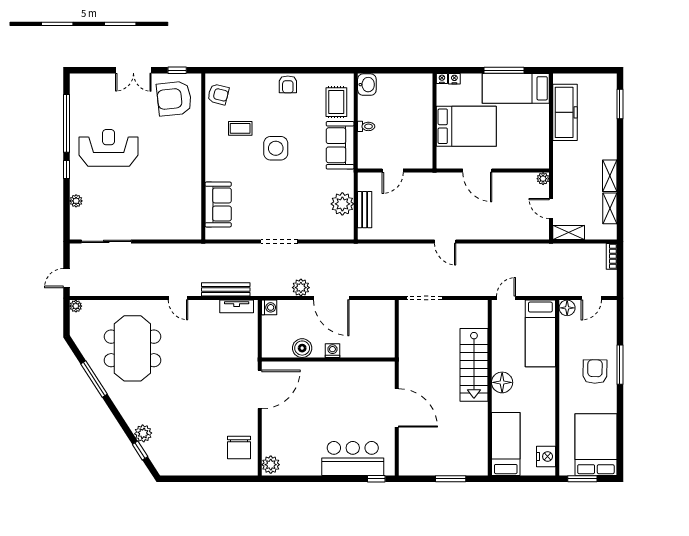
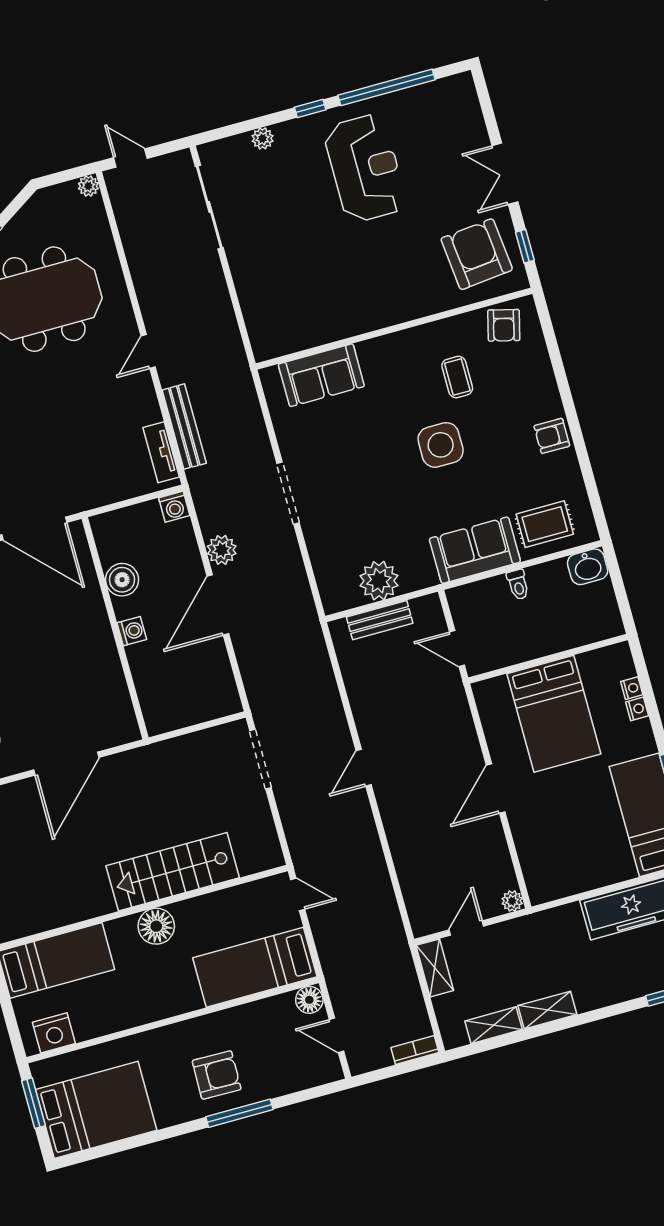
wall: (435, 121) -> (548, 659), moved
bed: (466, 126) -> (554, 714), moved

